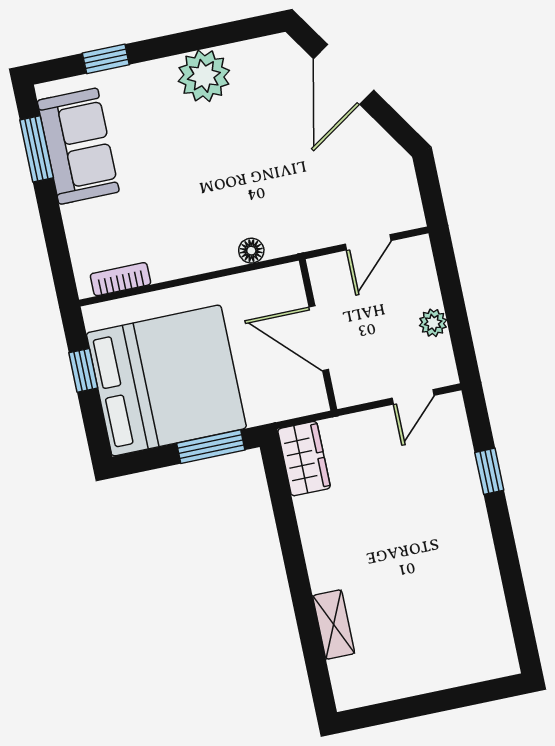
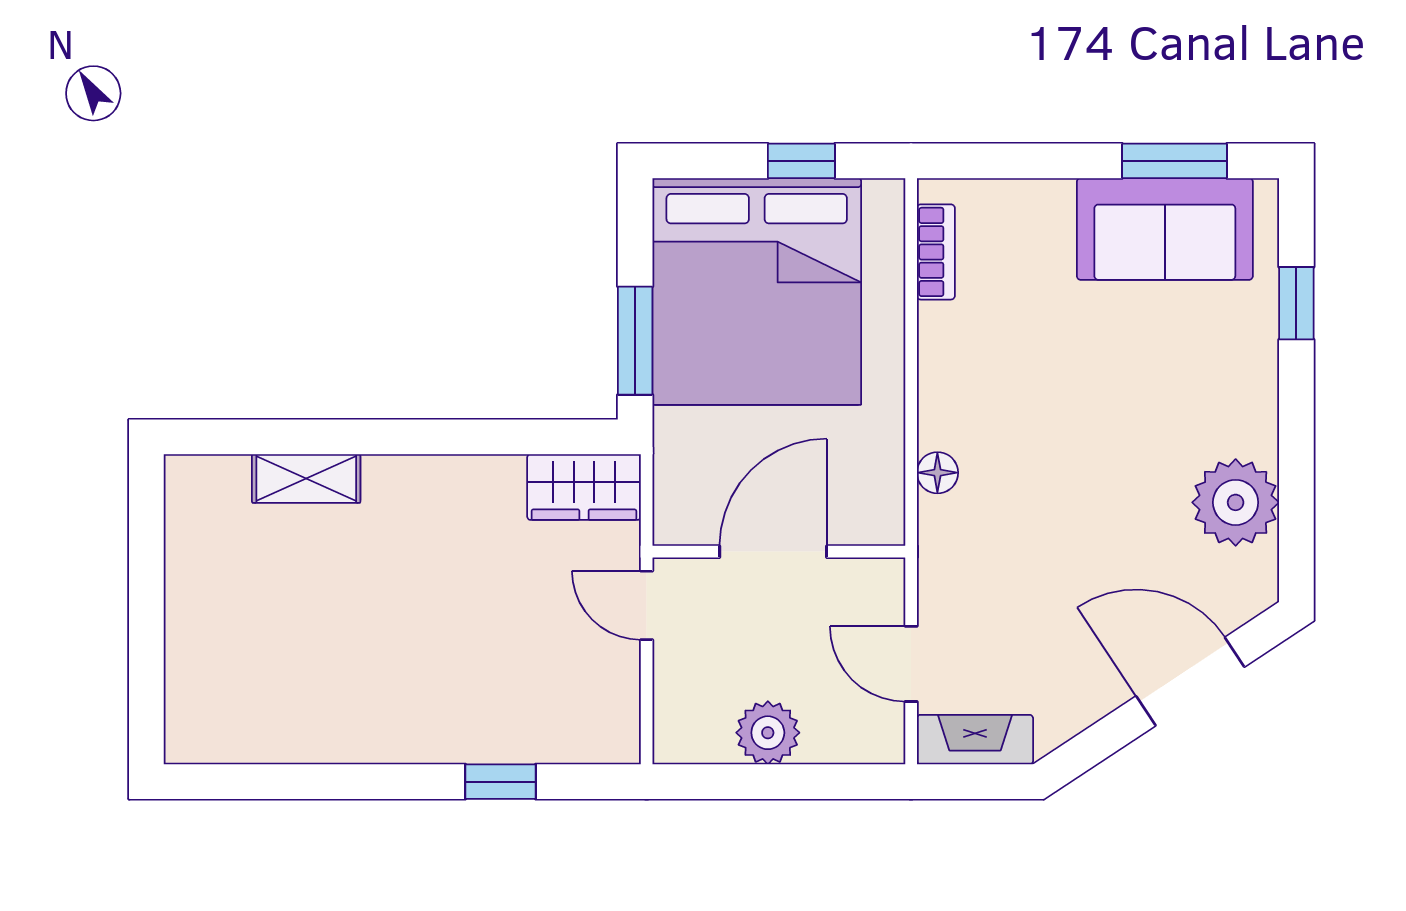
plant: (204, 76) -> (1236, 502), moved
fireplace: (405, 195) -> (975, 740), added
plant: (433, 323) -> (768, 733), width x1.38, depth x1.38
door: (413, 397) -> (647, 605), moved

